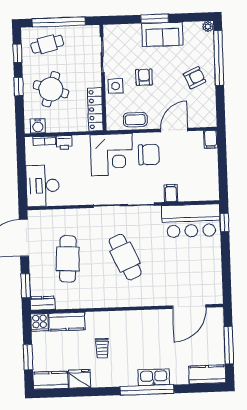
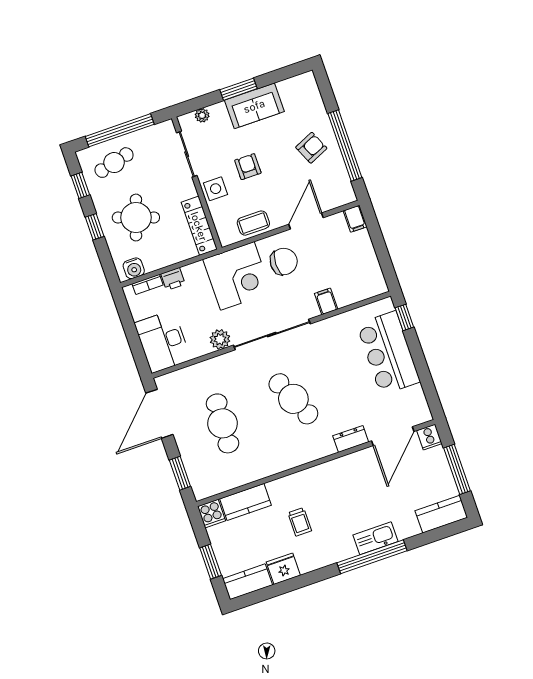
plant: (208, 27) -> (202, 115), moved
window: (219, 58) -> (345, 145), moved
plant: (85, 197) -> (220, 339), added
bar counter: (191, 221) -> (388, 353), moved, turned 90
dresser: (43, 303) -> (351, 439), moved
cooker: (216, 315) -> (429, 437), added

